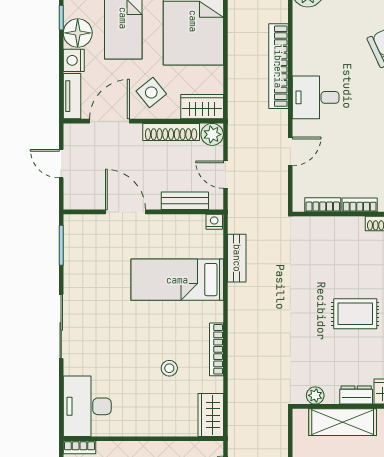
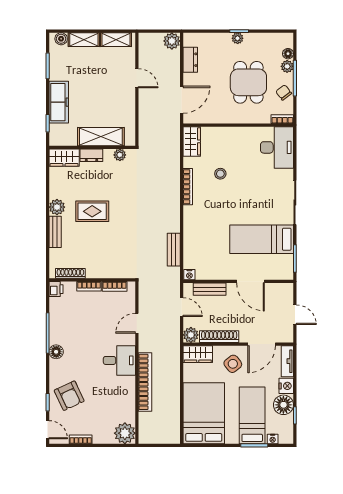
bed: (177, 280) -> (262, 239), moved, turned 180

